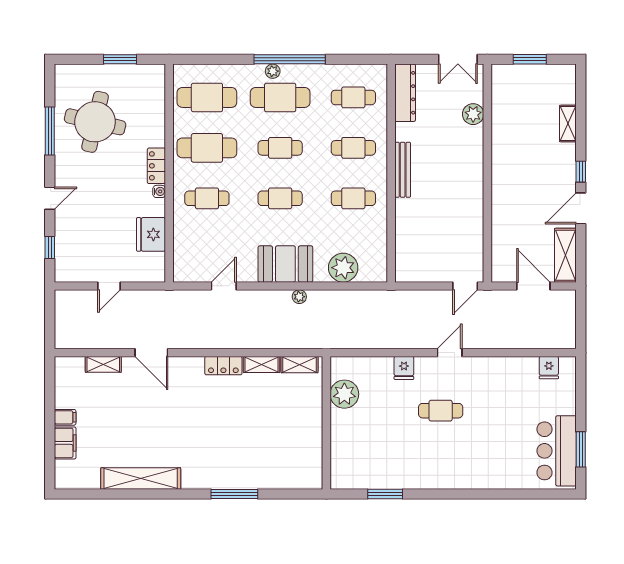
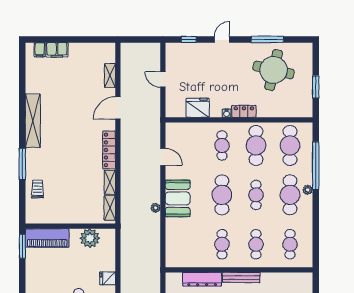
window: (290, 59) -> (316, 166), moved
dresser: (405, 93) -> (202, 279), moved
door: (50, 198) -> (222, 39), swing flipped
cafe table: (280, 198) -> (222, 195), width x1.37, depth x1.35
plant: (343, 268) -> (175, 237), removed
locker: (223, 366) -> (109, 150), width x1.53
filing cabinet: (65, 417) -> (40, 50), moved
piano: (344, 457) -> (47, 238), added
trolley: (272, 472) -> (37, 189), added
shelving: (141, 479) -> (33, 121), moved
window: (385, 494) -> (22, 246), moved

